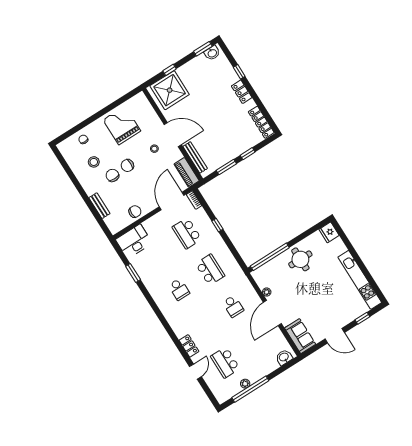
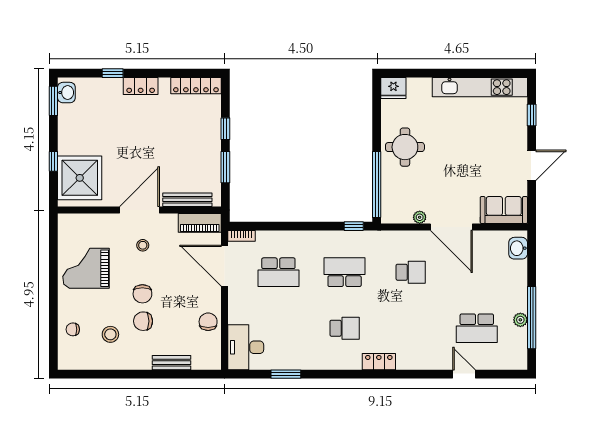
window: (217, 225) -> (354, 226), moved
locker: (189, 346) -> (379, 362), moved

